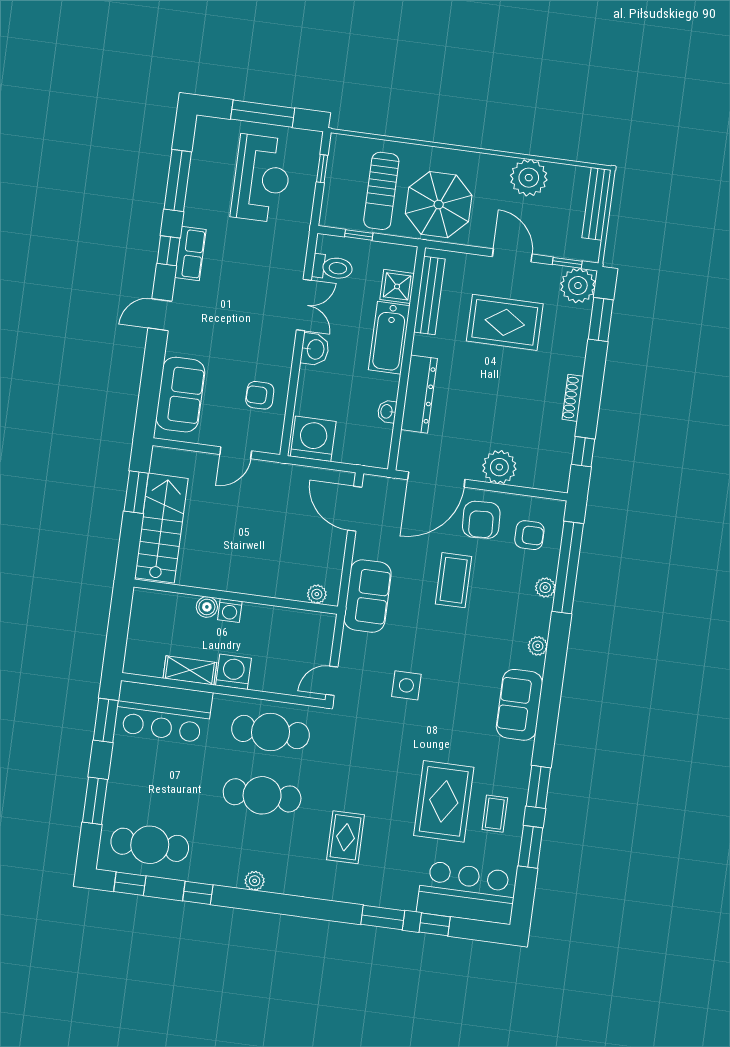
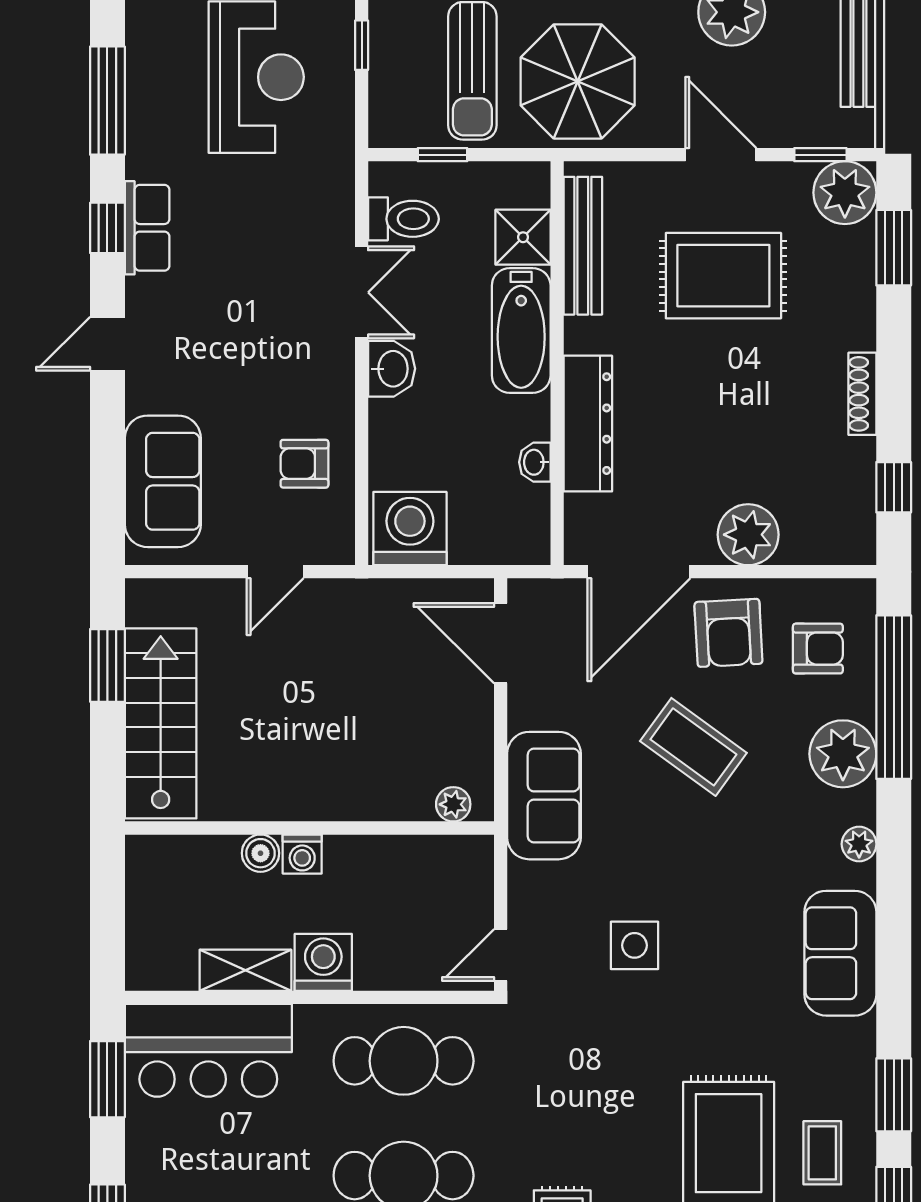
coffee table: (454, 580) -> (693, 747), turned -54
plant: (545, 588) -> (843, 754), width x1.88, depth x1.88

